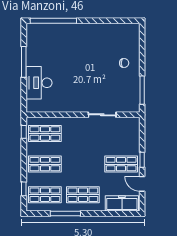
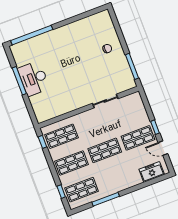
desk: (39, 83) -> (34, 78), moved
shop shelf: (83, 195) -> (105, 150), moved
freezer: (122, 203) -> (152, 172), width x0.71

